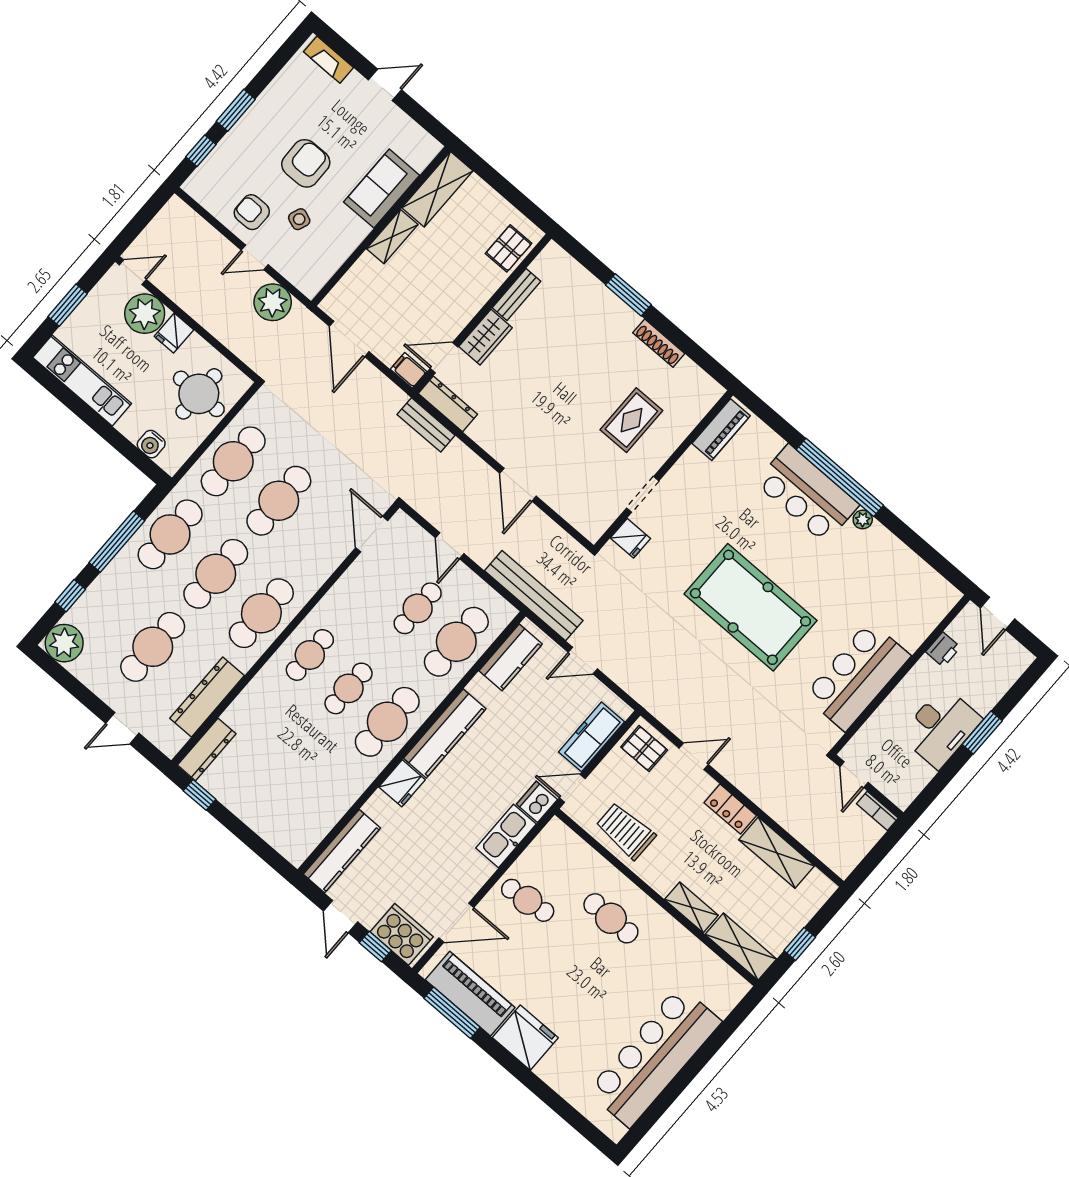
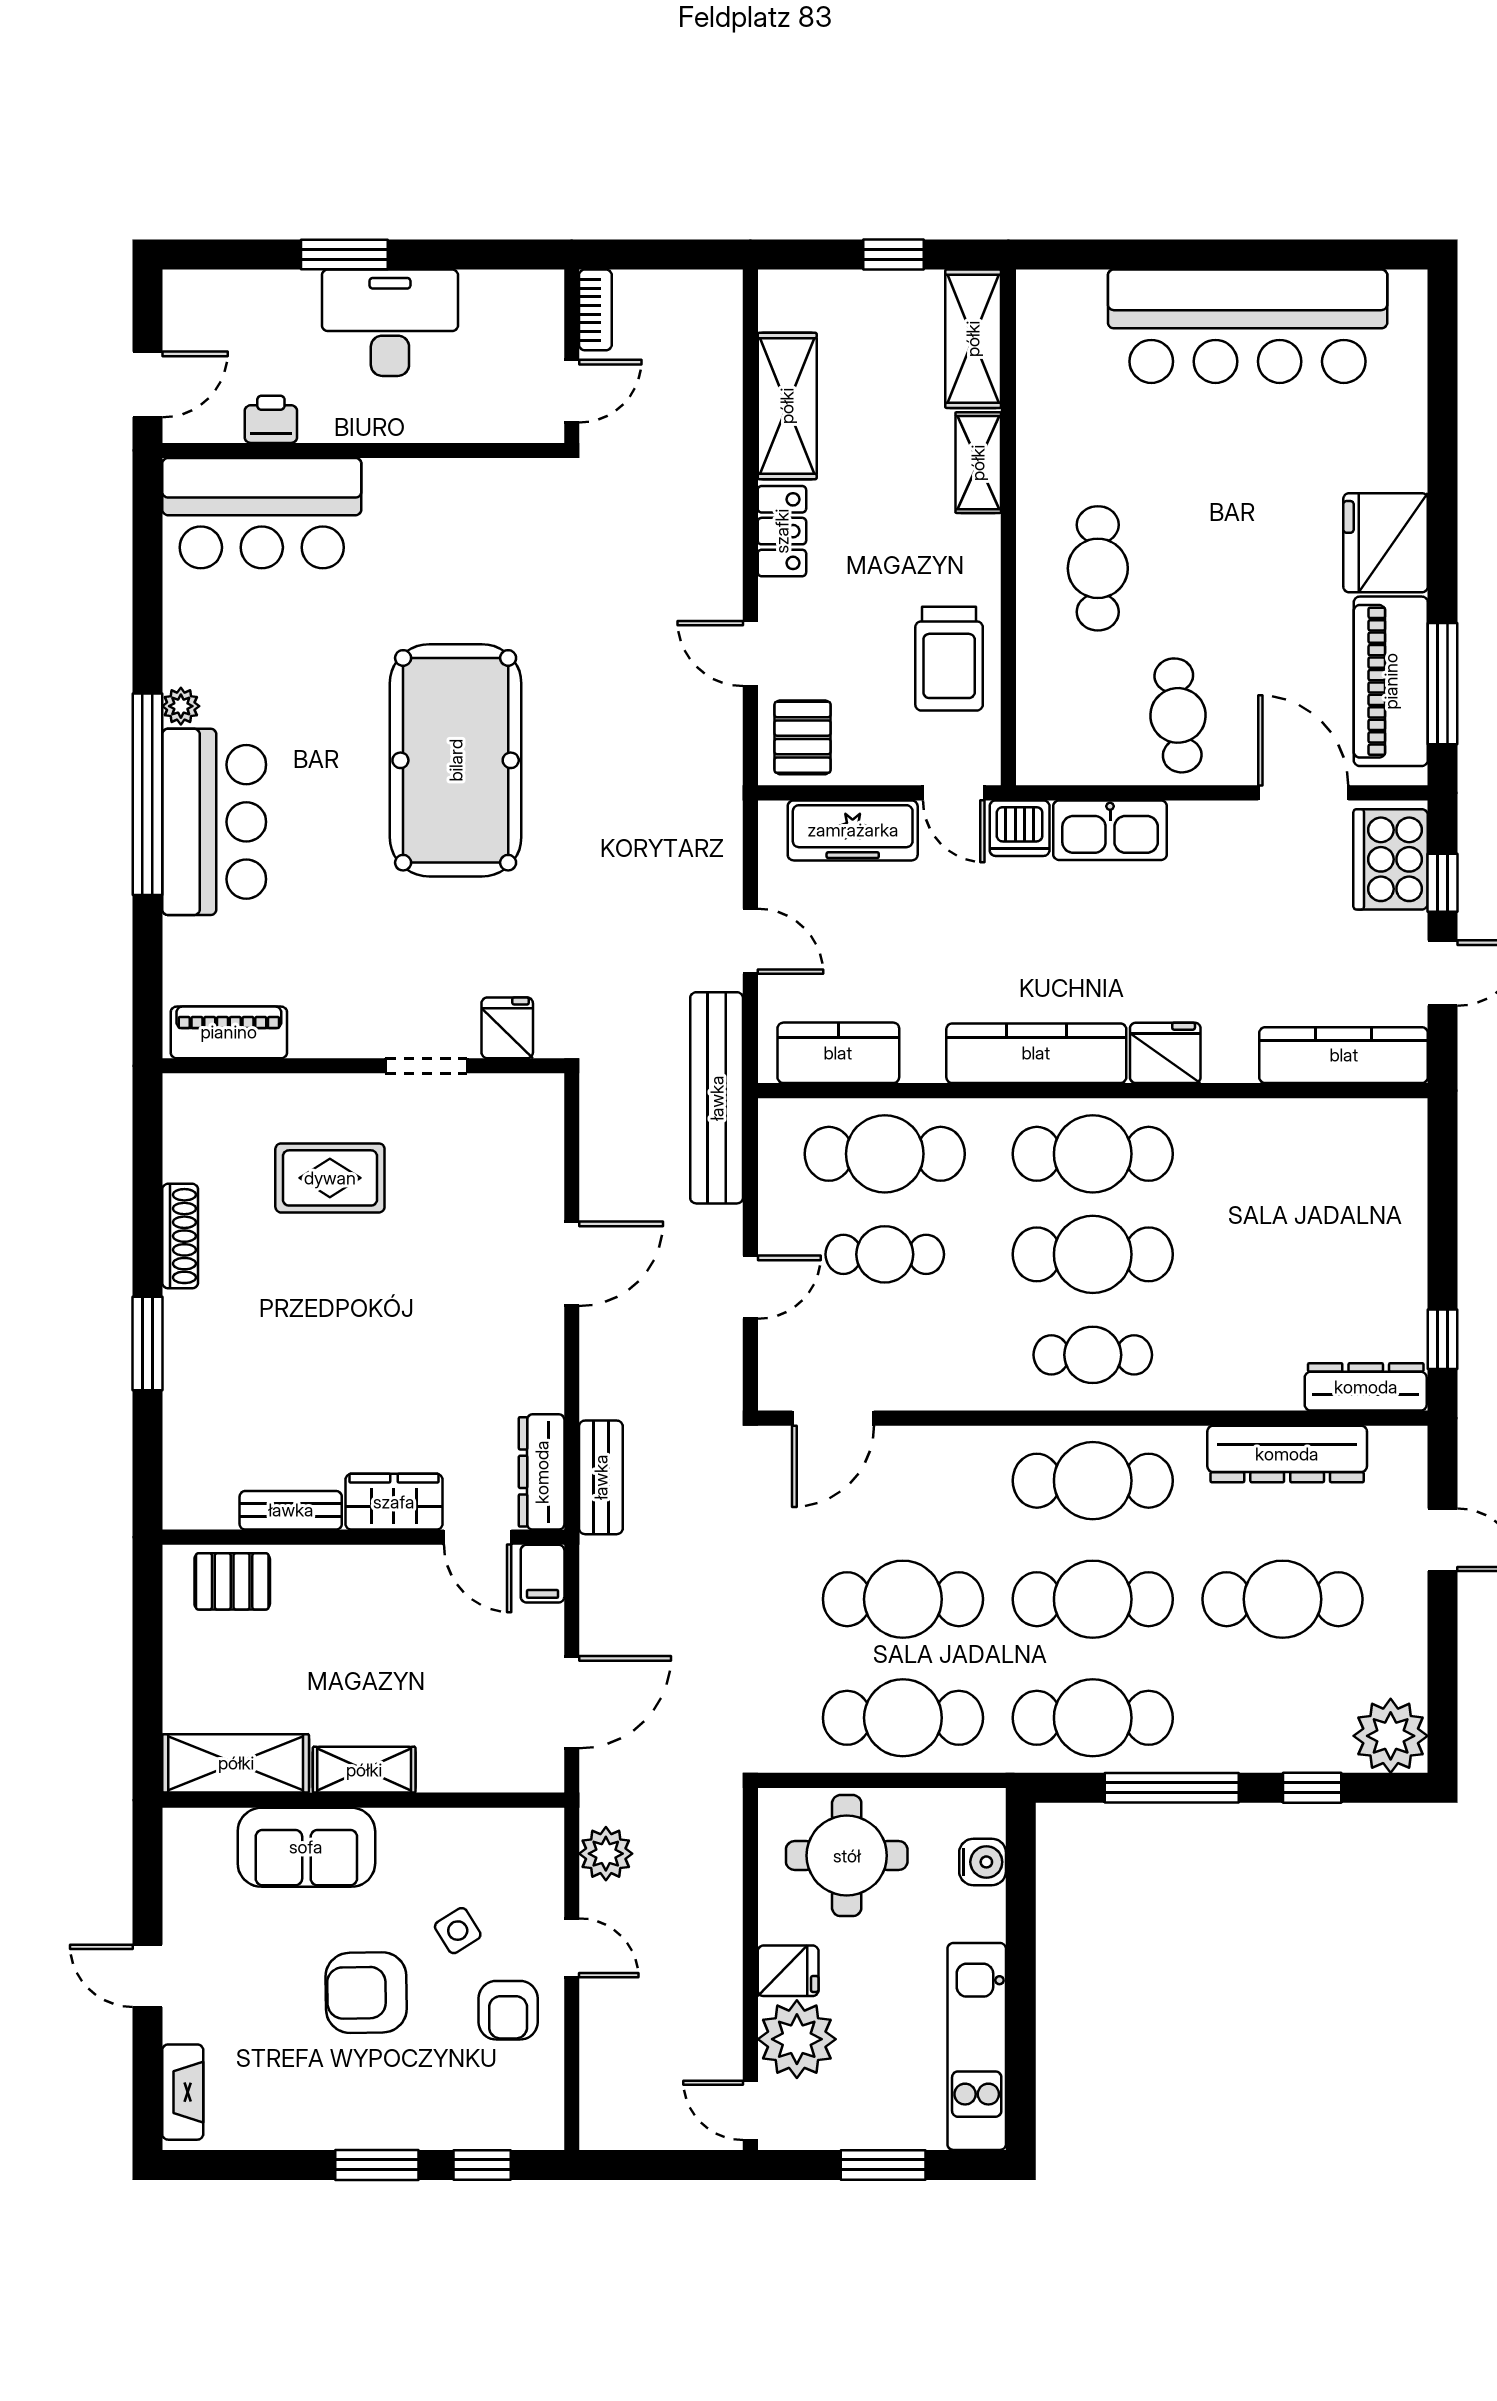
side table: (299, 219) -> (458, 1931), turned 37
plant: (273, 302) -> (606, 1854), width x0.73, depth x0.73
bar counter: (857, 676) -> (262, 513), moved
cafe table: (349, 688) -> (1093, 1254), width x1.37, depth x1.35

